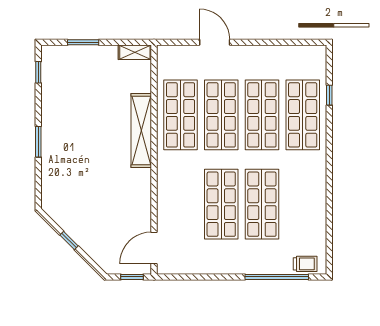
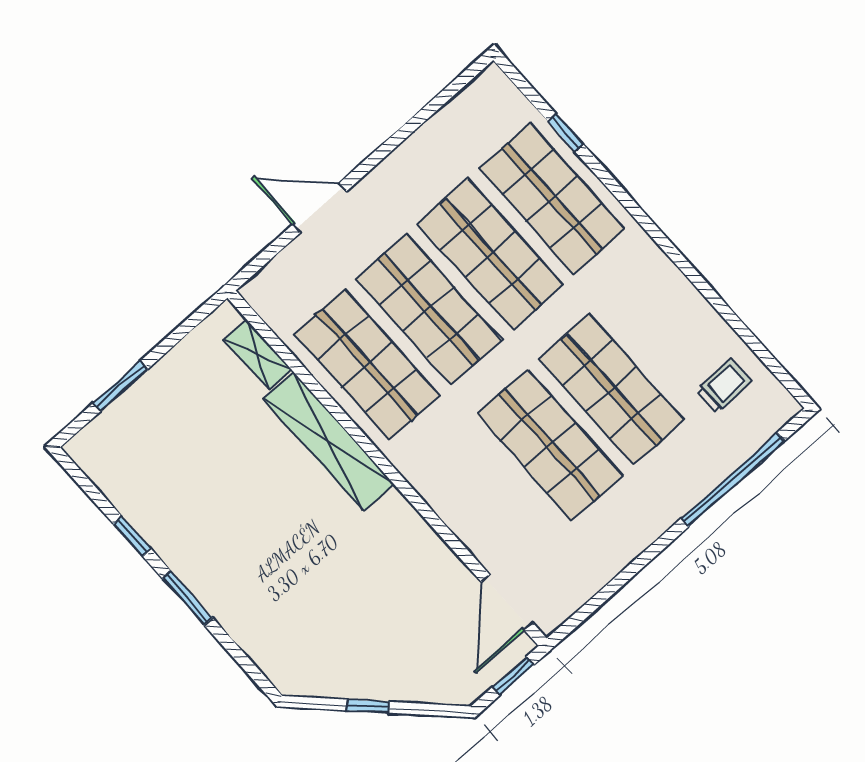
shelving: (135, 52) -> (258, 354), moved, turned 90
window: (38, 72) -> (132, 536), moved
trolley: (305, 264) -> (724, 386), moved

